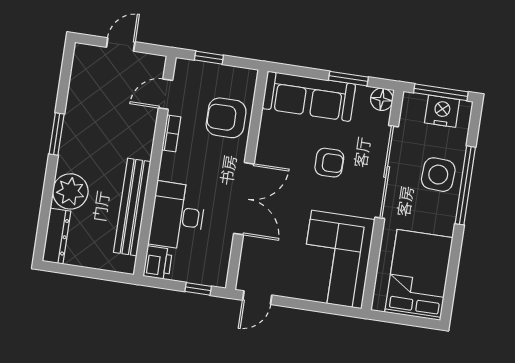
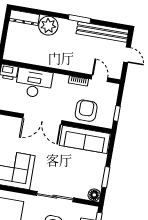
window: (209, 58) -> (117, 113), moved
sofa: (309, 96) -> (85, 139), moved, turned -90
armchair: (329, 163) -> (61, 166), removed
sliding door: (387, 172) -> (55, 197), width x0.73
bench: (132, 207) -> (102, 32), moved

